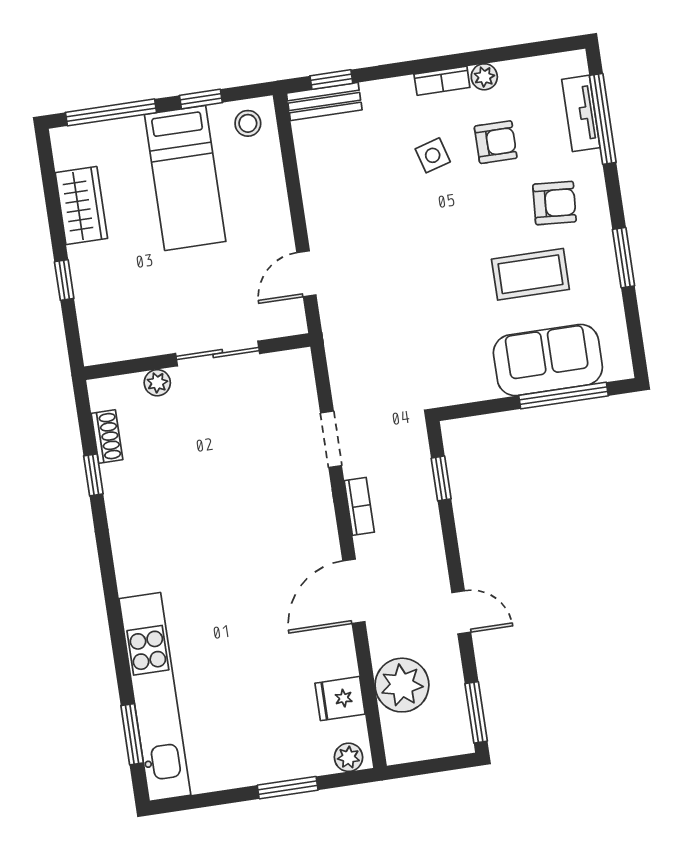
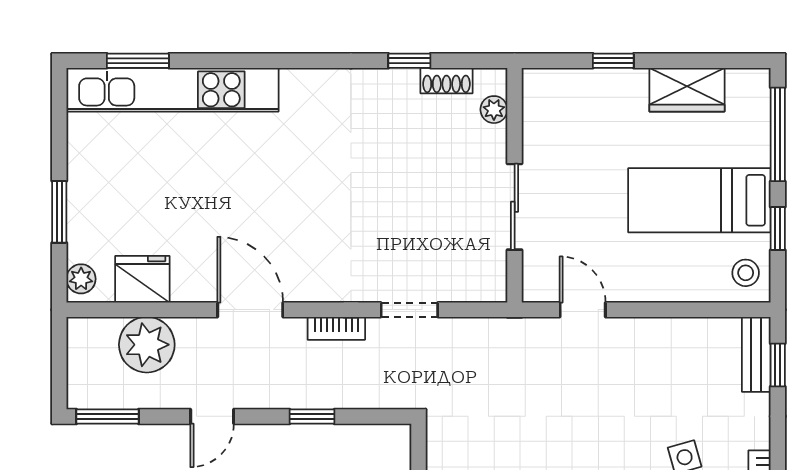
plant: (157, 383) -> (494, 110), moved
window: (441, 478) -> (312, 416), moved
fridge: (340, 699) -> (142, 279), width x1.38

